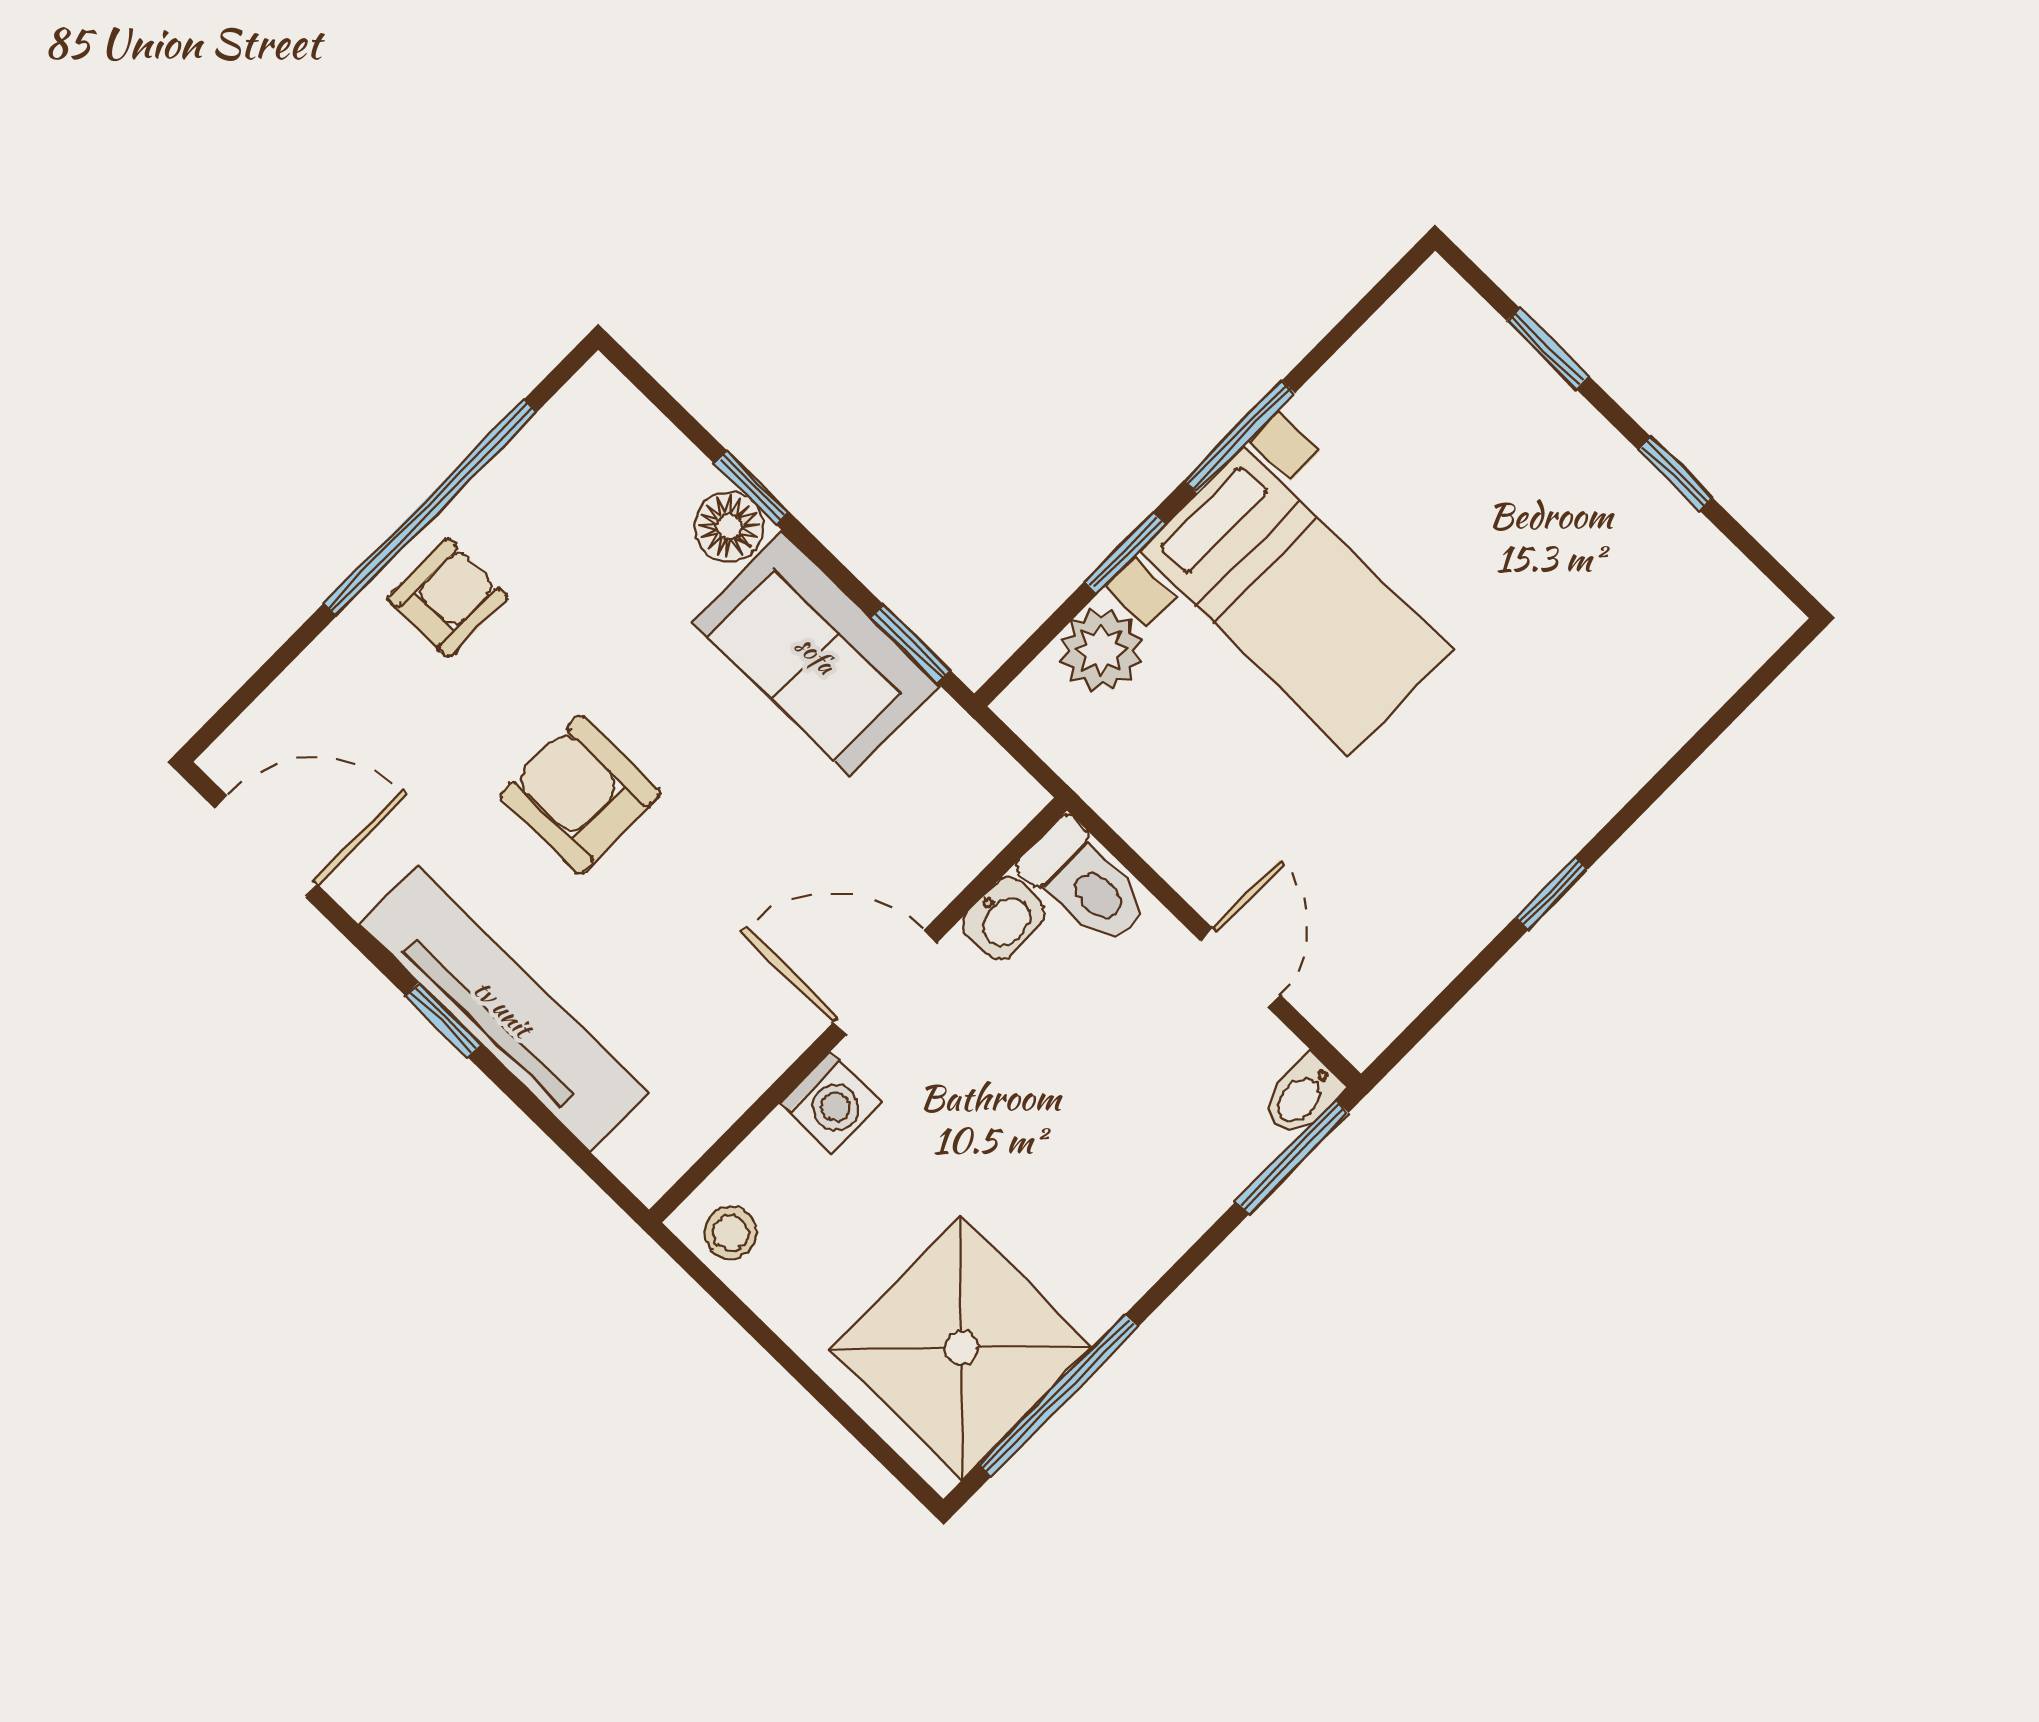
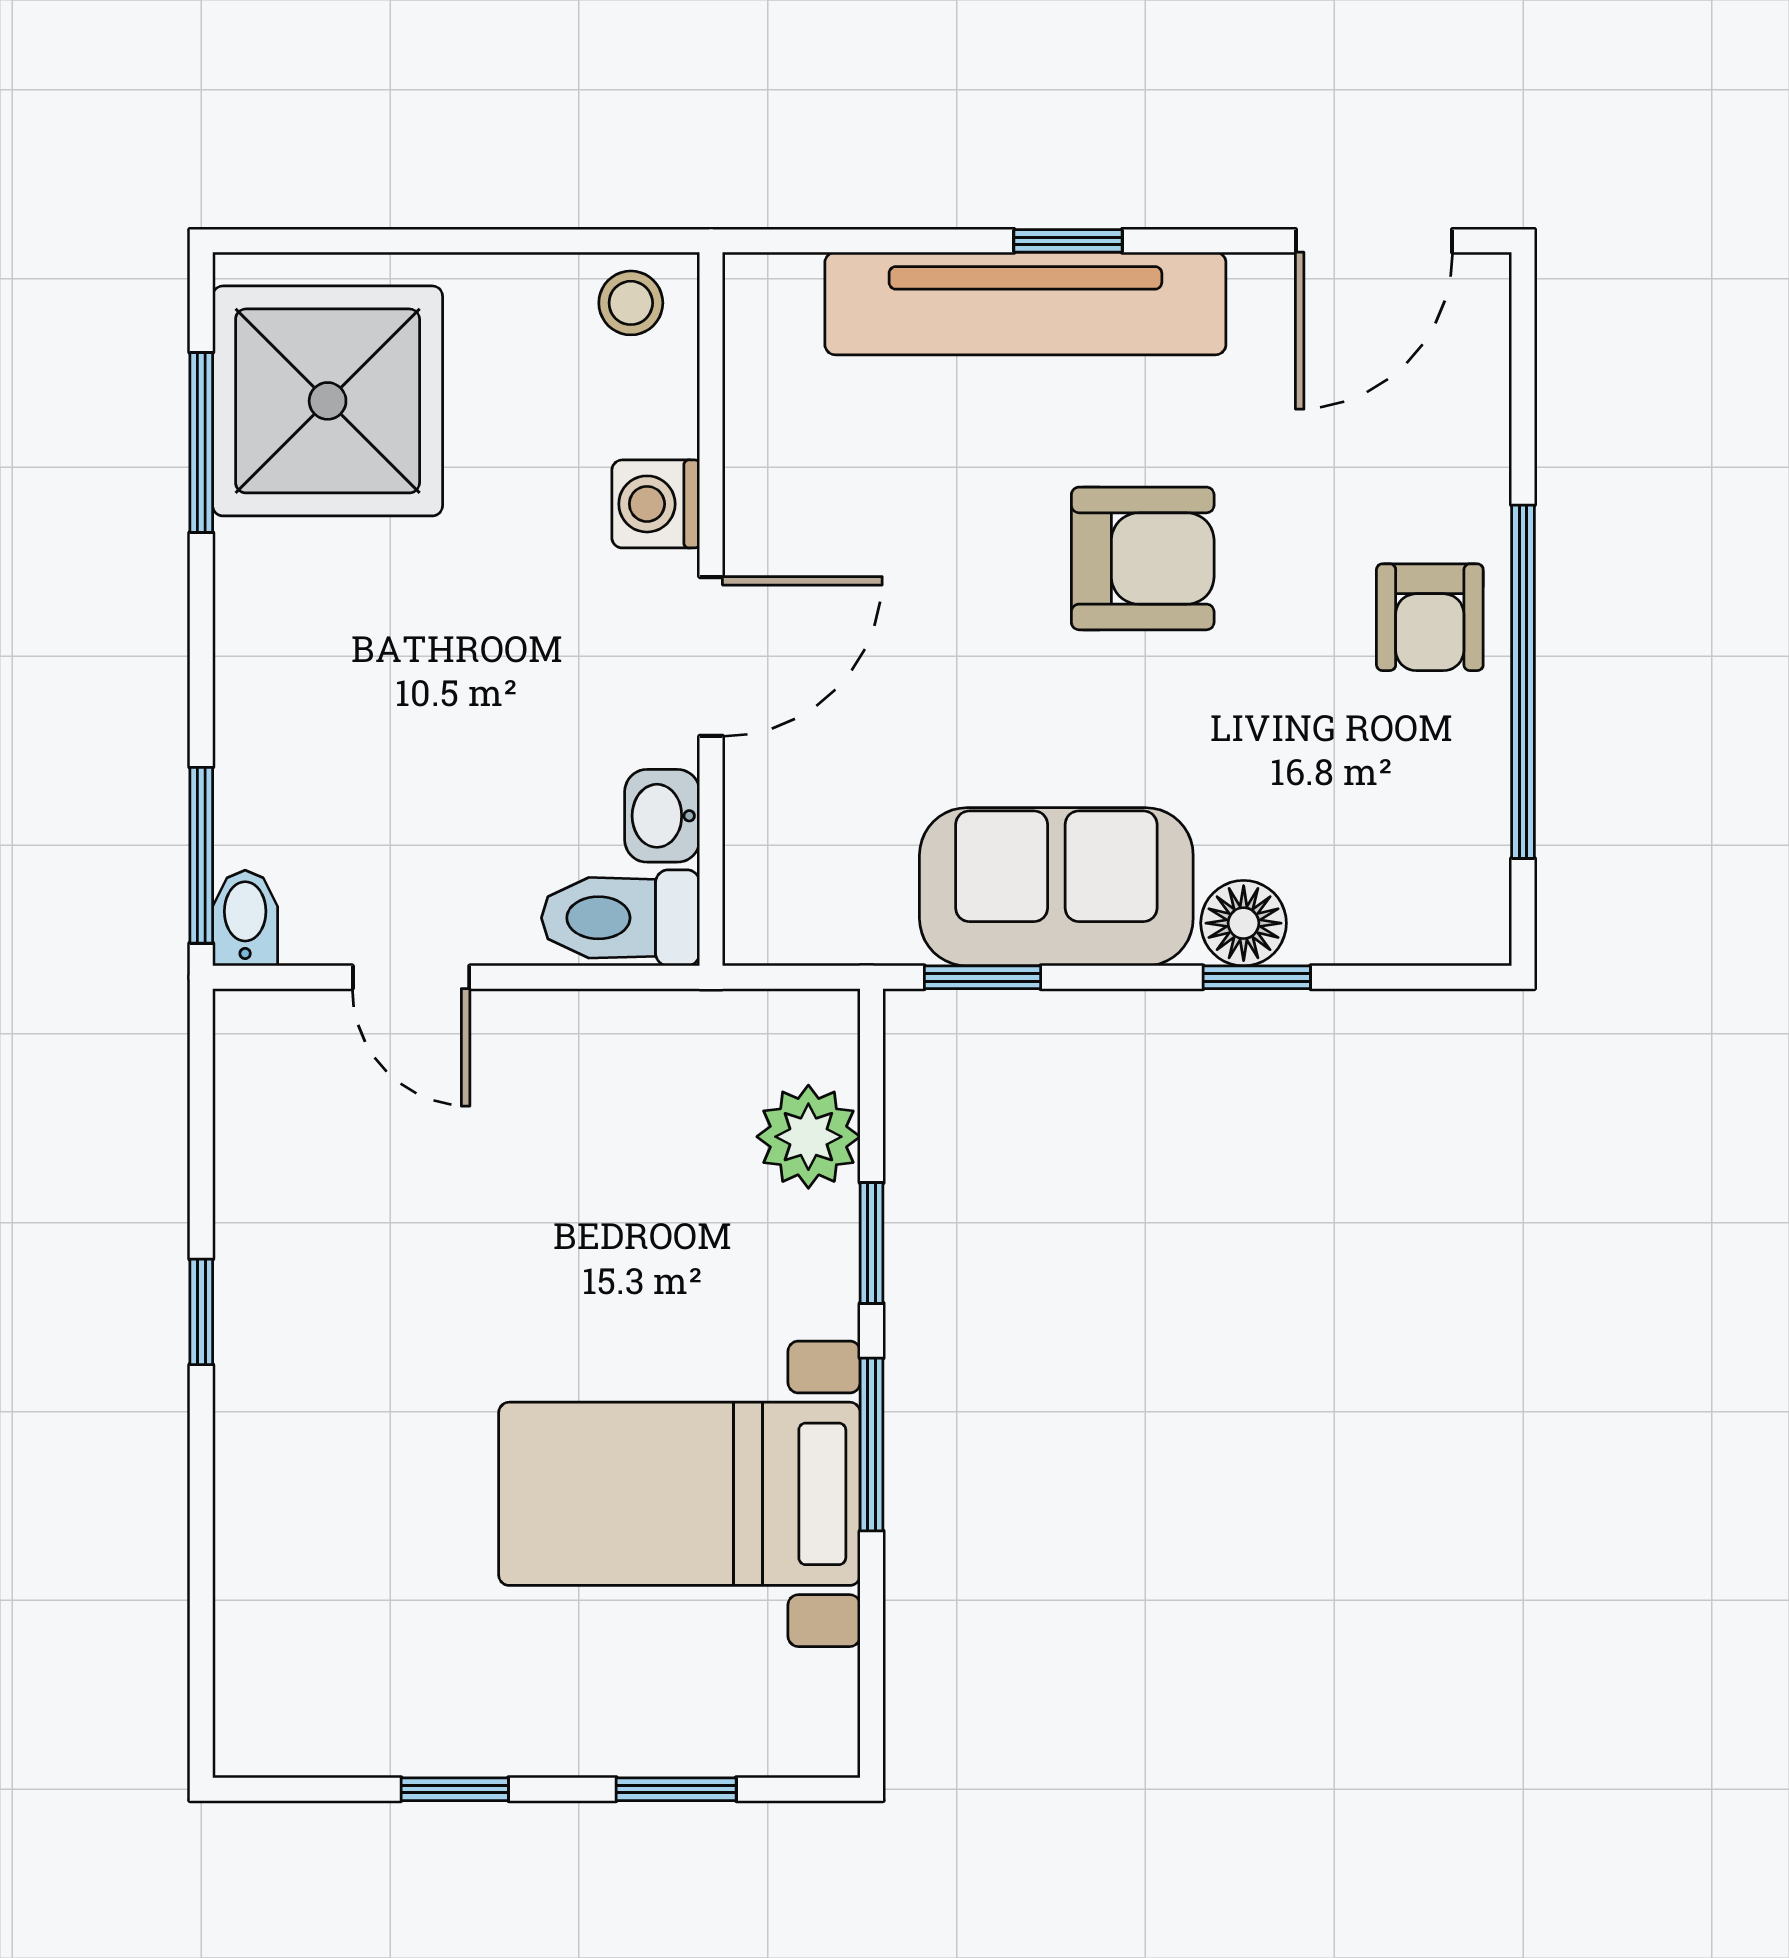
bed with nightstands: (1296, 601) -> (679, 1494), moved
window: (1058, 1395) -> (201, 443), width x0.69

